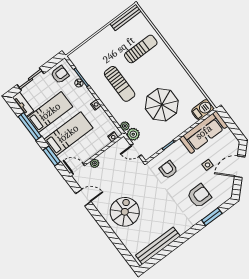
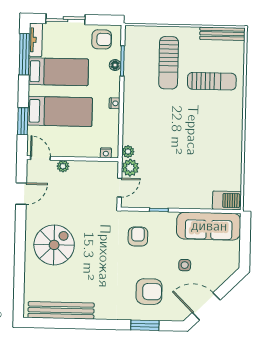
sun lounger: (120, 84) -> (169, 63), moved
parasol: (162, 105) -> (187, 160), removed
window: (30, 127) -> (24, 54), moved
door: (136, 150) -> (119, 188), swing flipped
door: (240, 167) -> (206, 306), moved
door: (83, 198) -> (21, 194), hinge flipped

